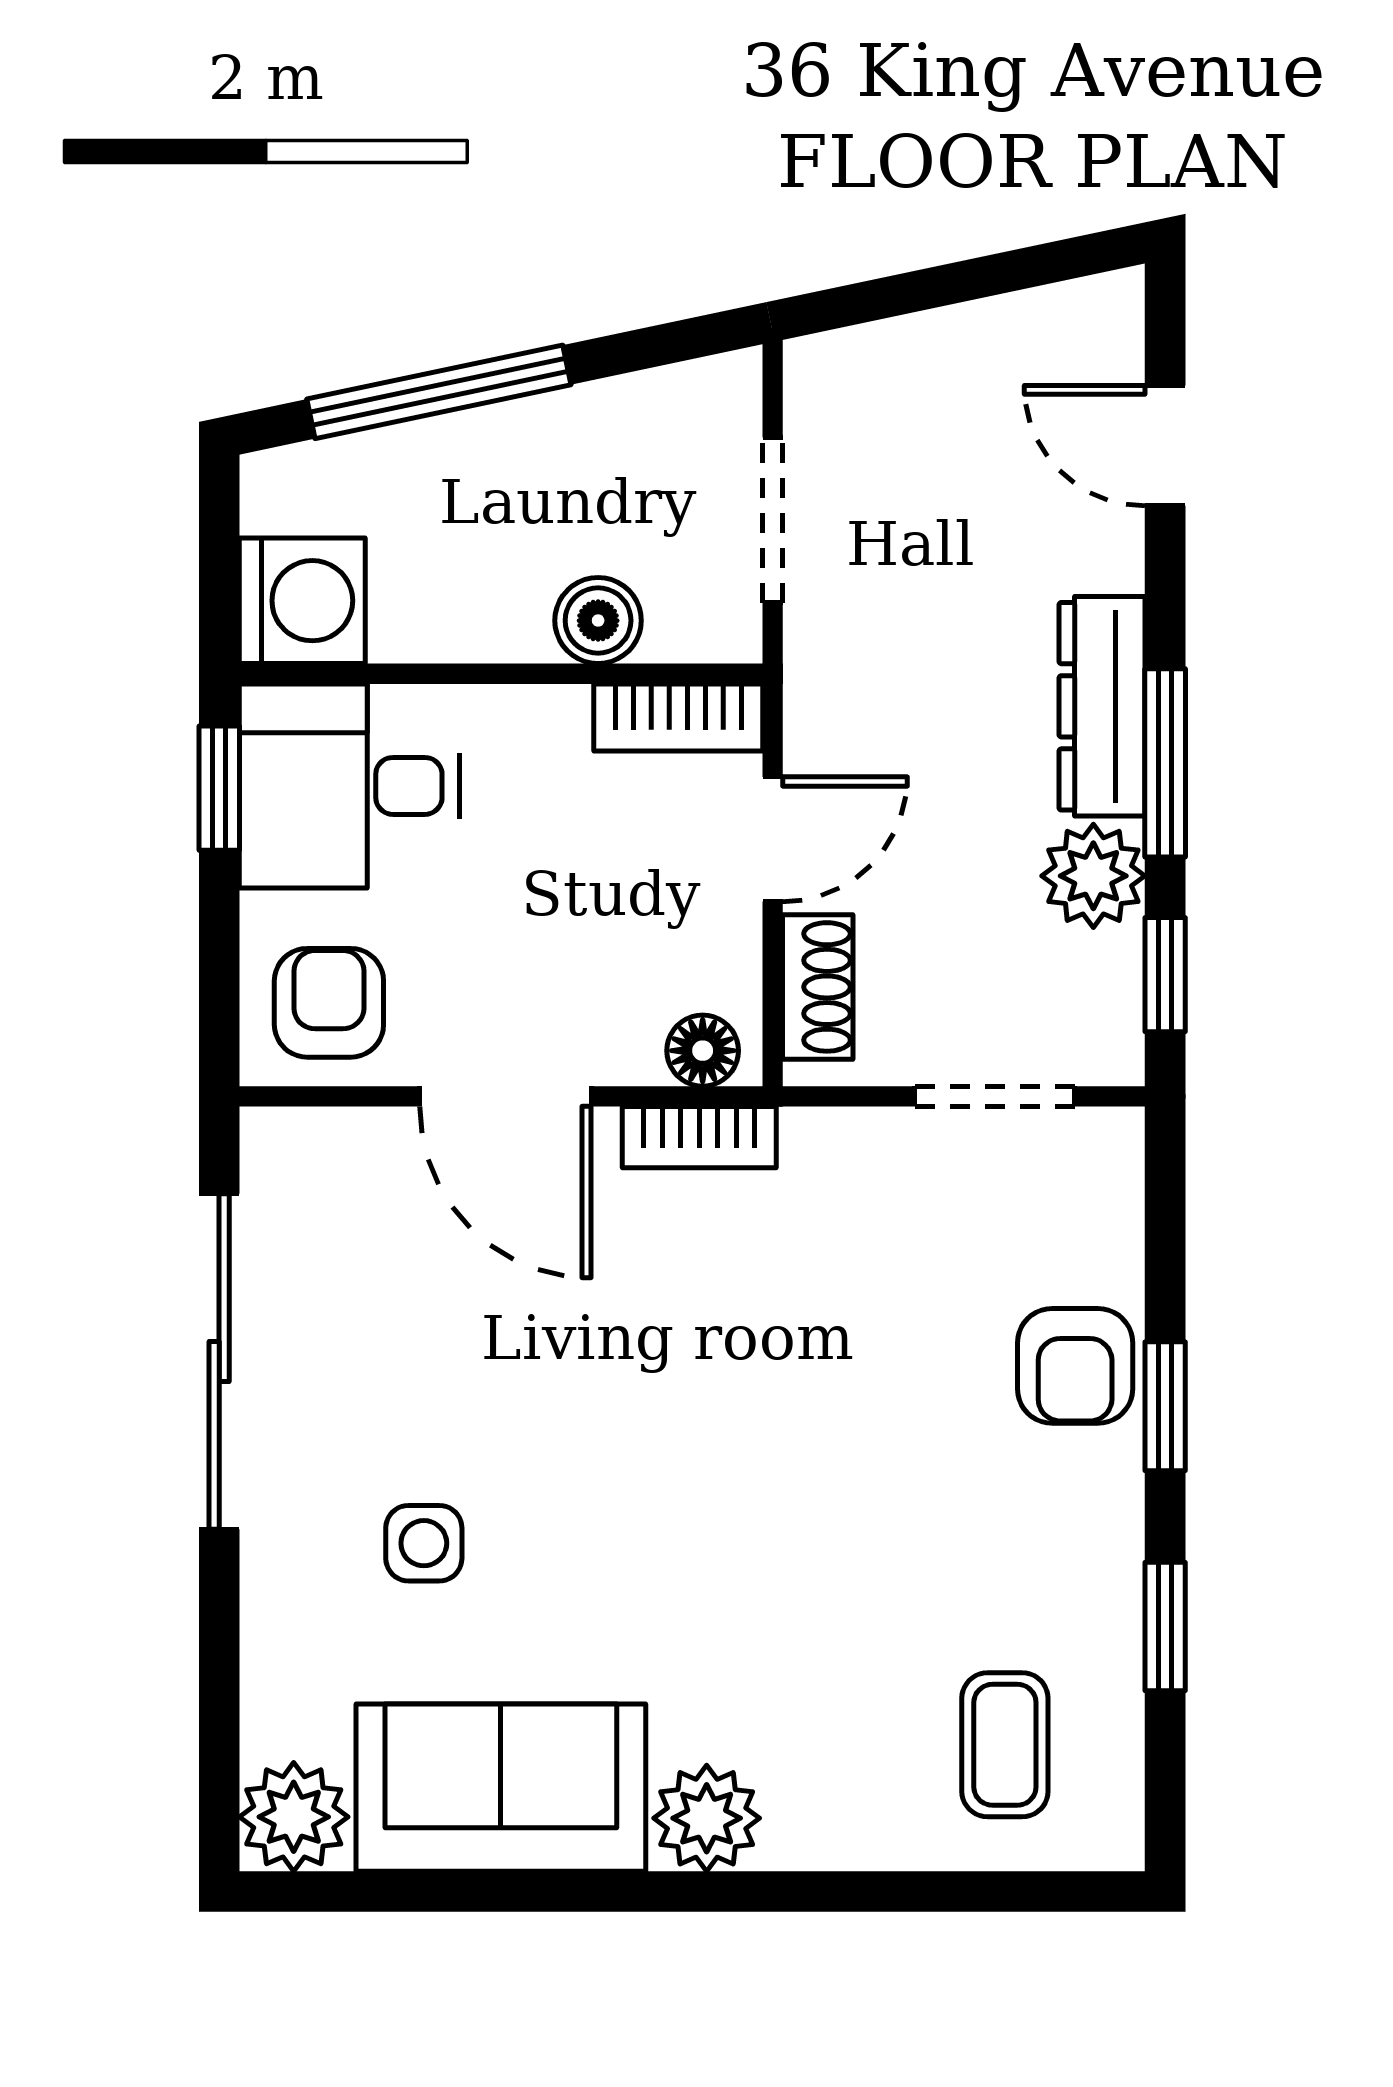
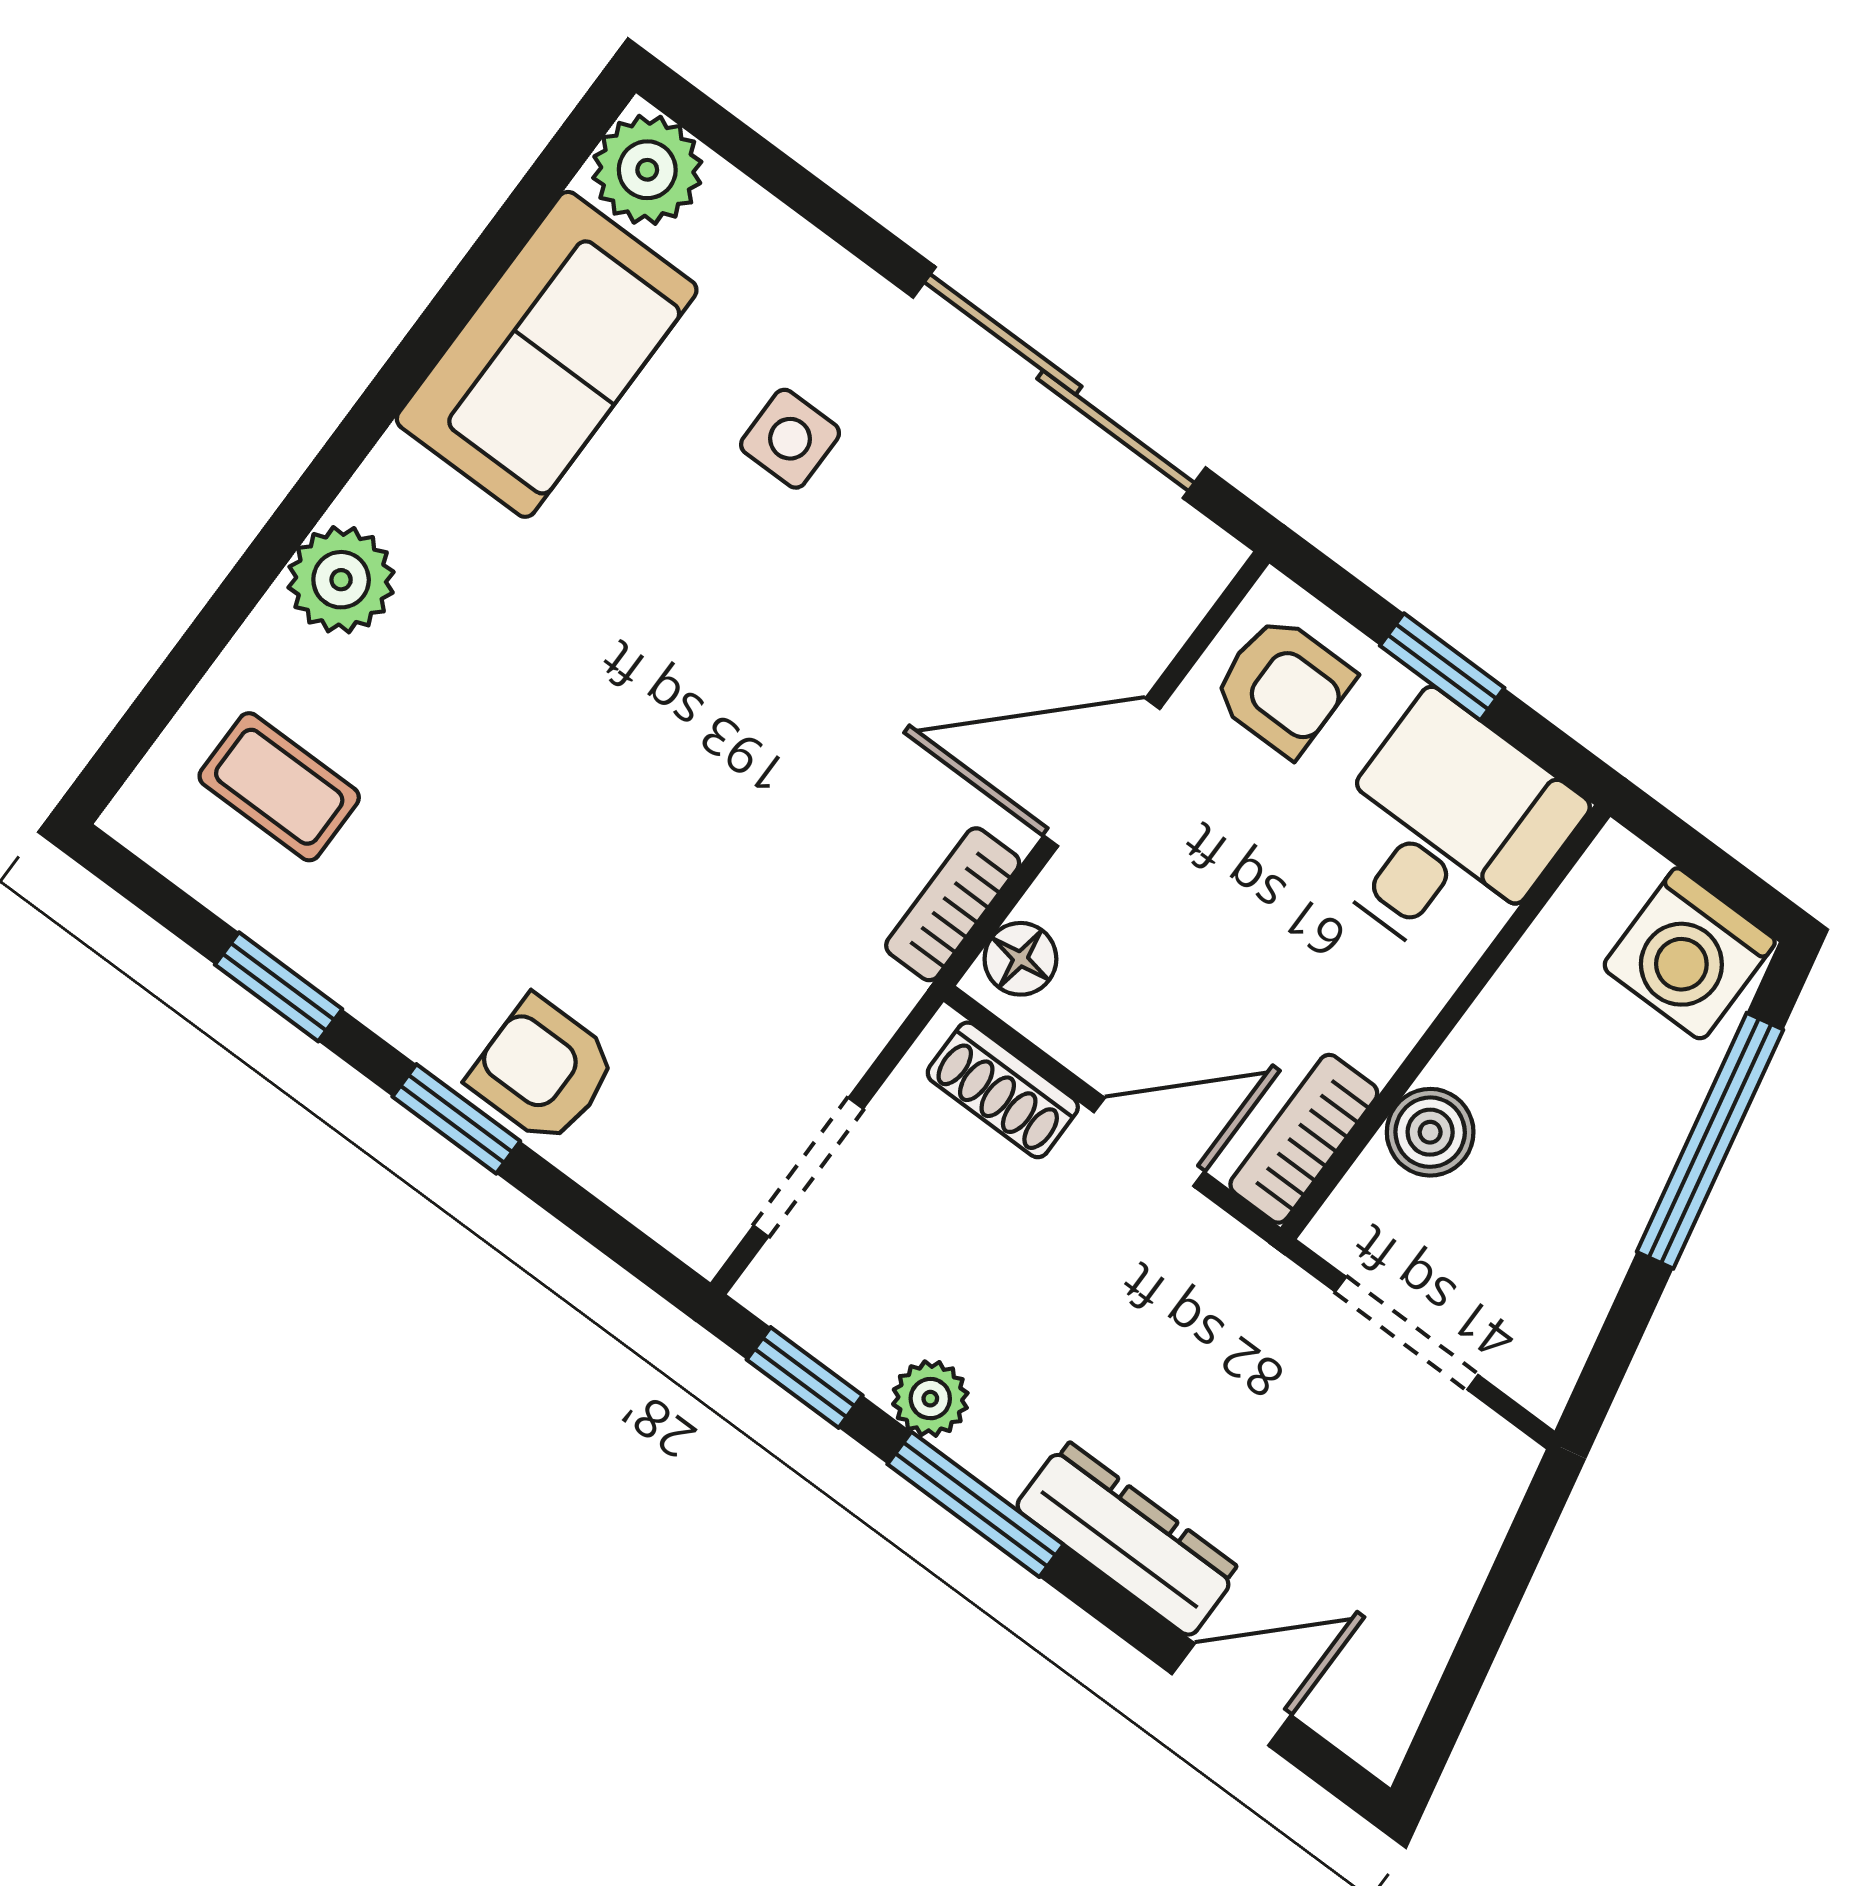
washing machine: (302, 601) -> (1689, 954), moved
dresser: (1102, 706) -> (1128, 1538), moved
window: (219, 788) -> (1442, 667), moved
door: (773, 839) -> (1149, 1142), swing flipped
plant: (1093, 876) -> (930, 1399), width x0.73, depth x0.73
plant: (707, 1818) -> (341, 580), moved

